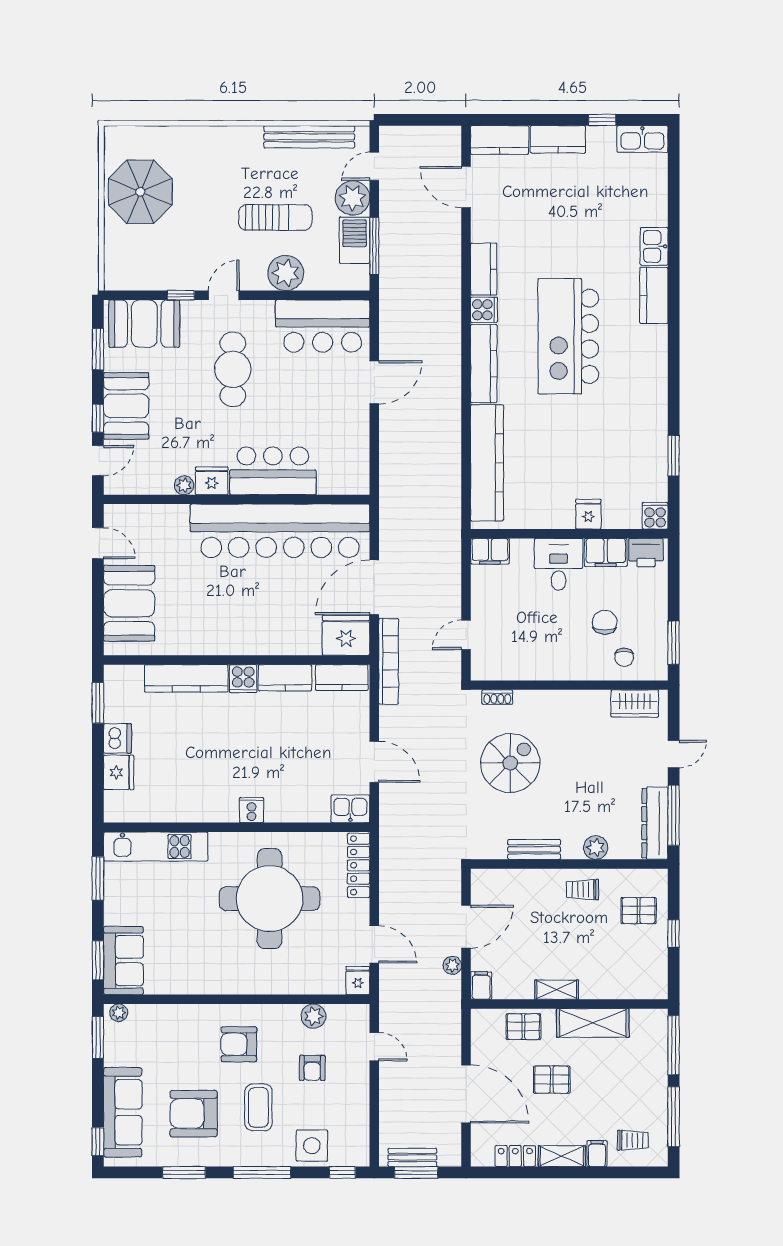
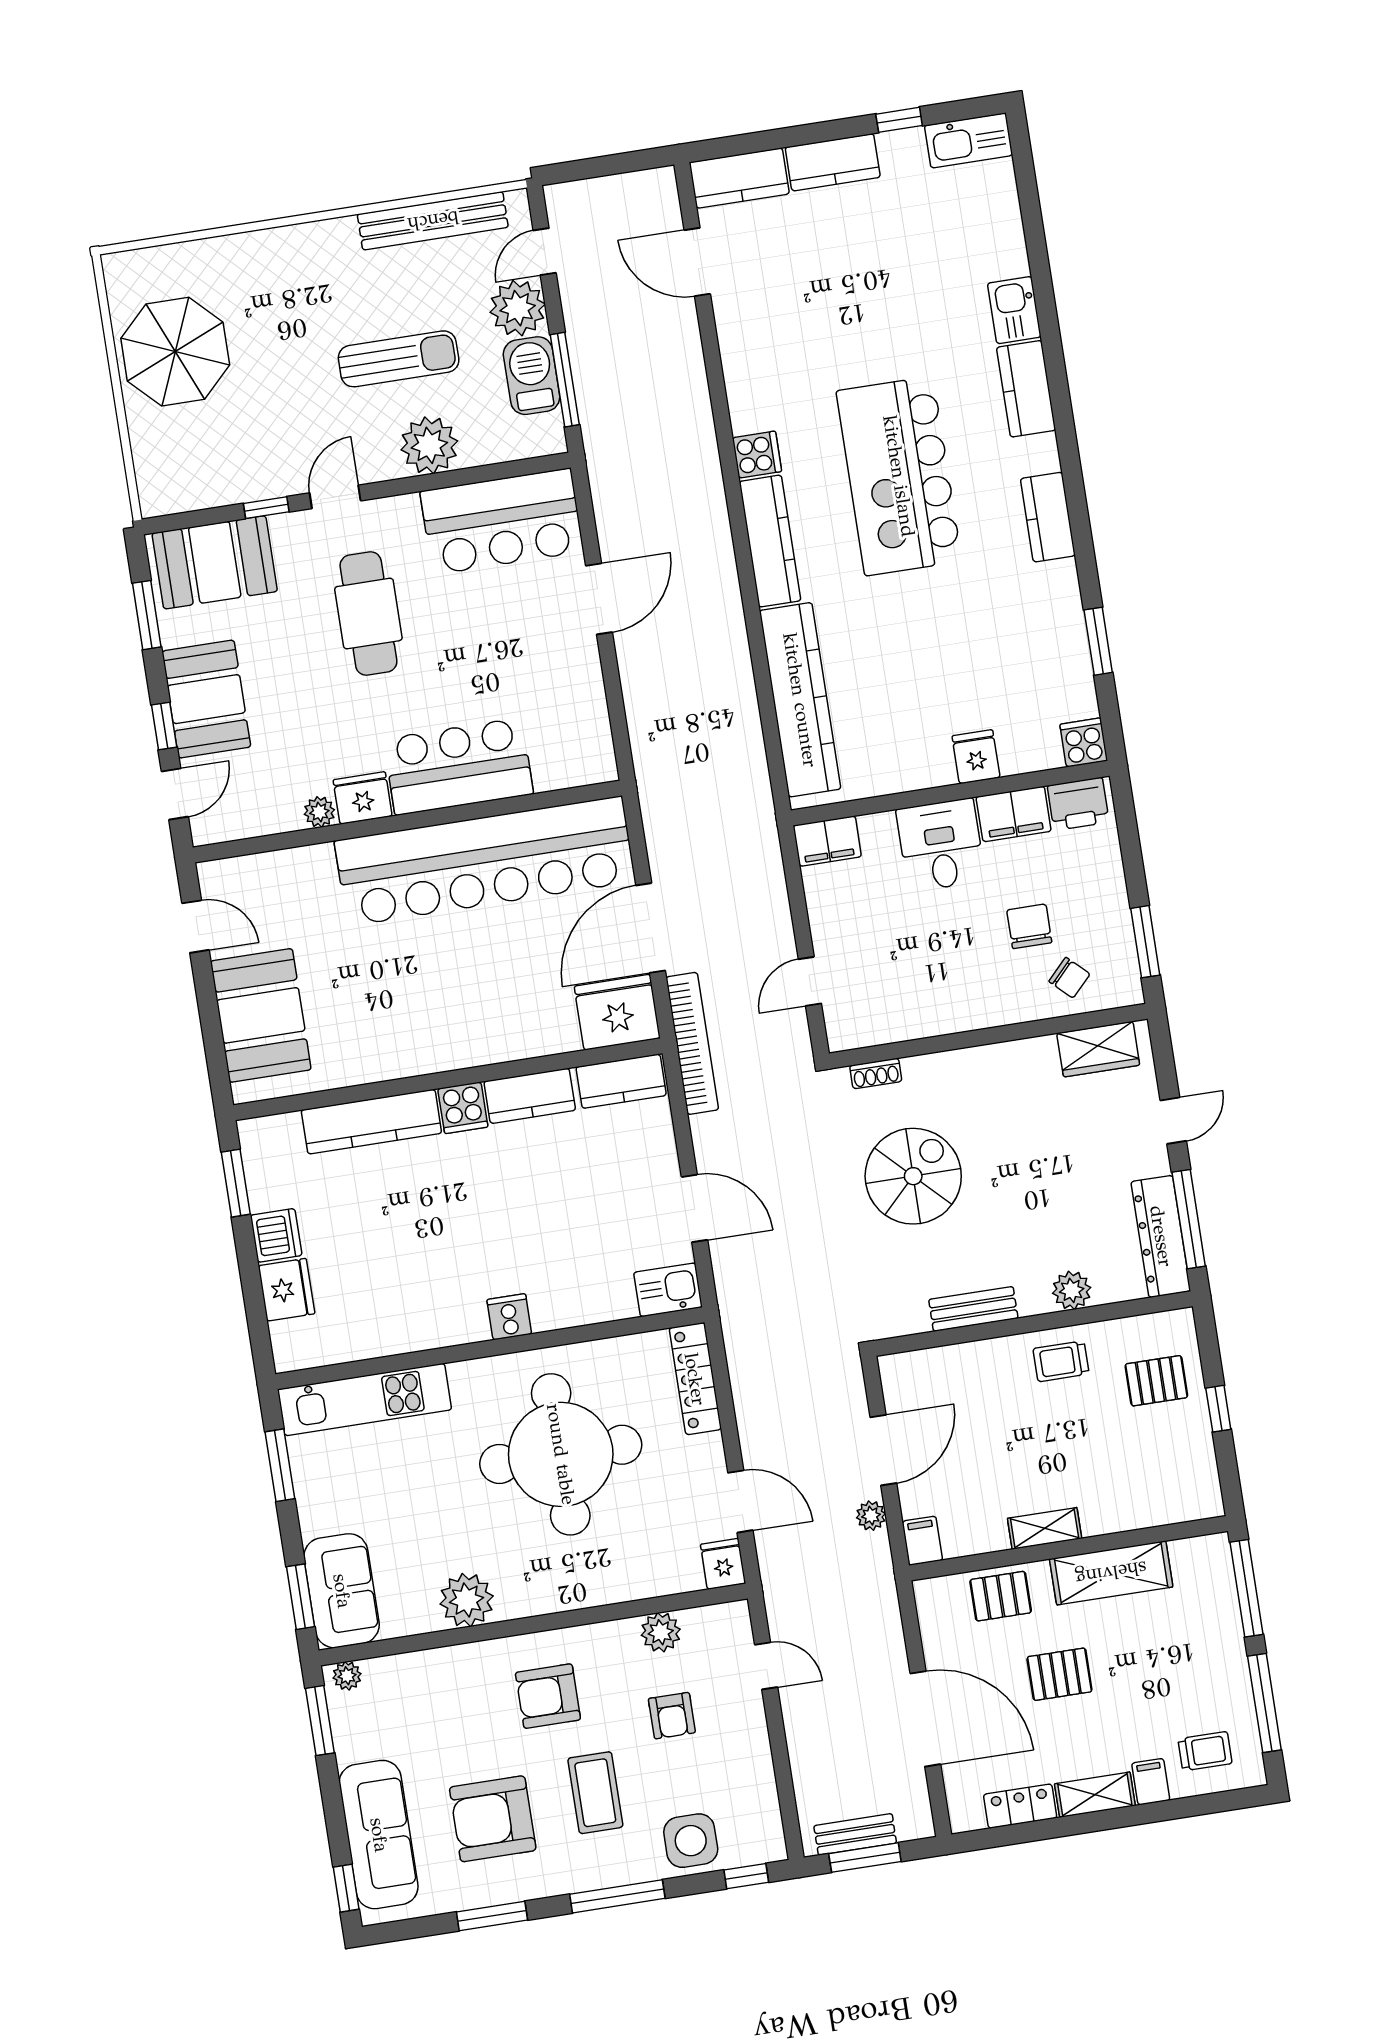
kitchen counter: (484, 269) -> (1048, 517), moved, turned 180
chair: (624, 657) -> (1069, 978), turned -46
plant: (199, 978) -> (467, 1600), added

